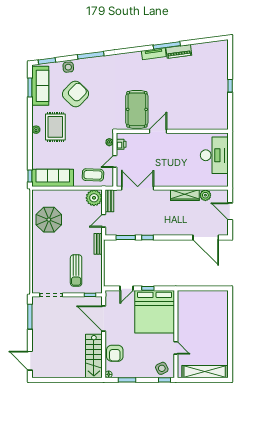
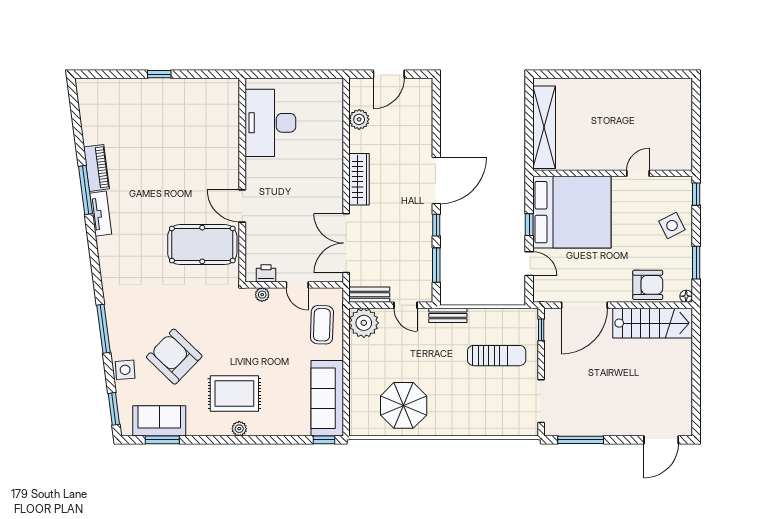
sofa: (40, 86) -> (159, 421), width x0.73
desk: (214, 155) -> (270, 123), moved, turned -90
wardrobe: (185, 195) -> (359, 179), moved
door: (206, 237) -> (436, 180), moved
side table: (162, 368) -> (672, 225), moved
shelving: (205, 372) -> (544, 127), moved

